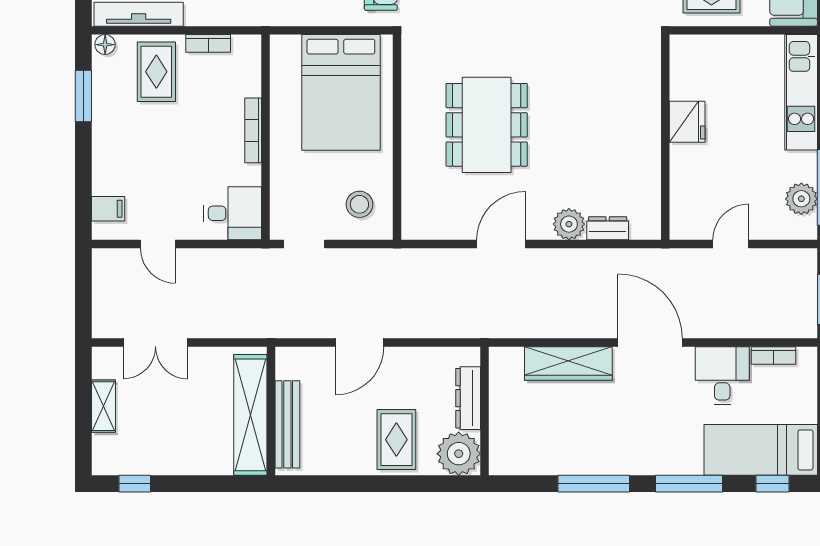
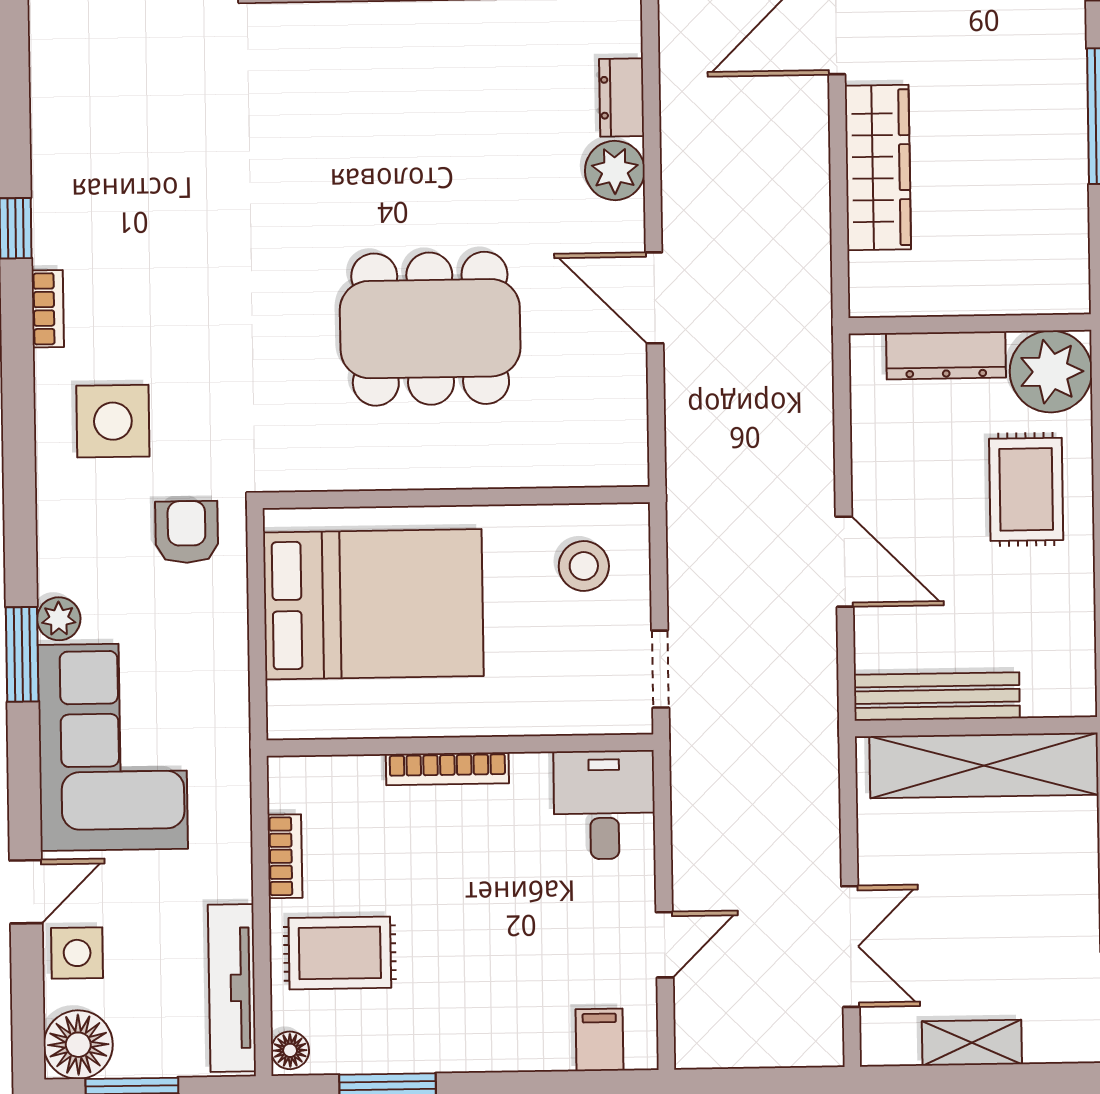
bench: (287, 424) -> (937, 696), moved
rug: (396, 440) -> (1026, 489), turned 90

